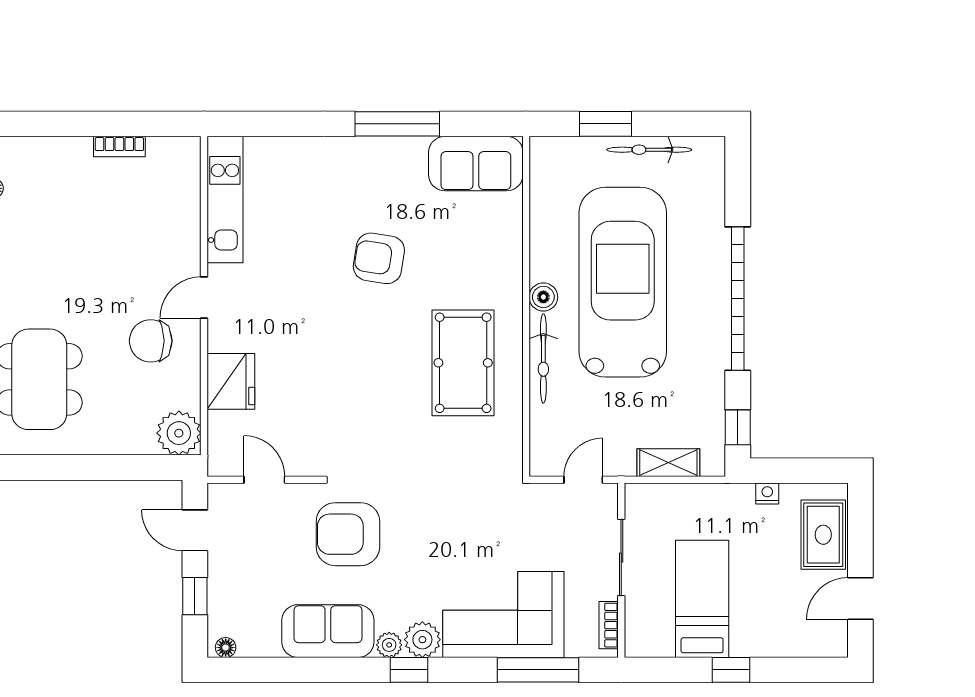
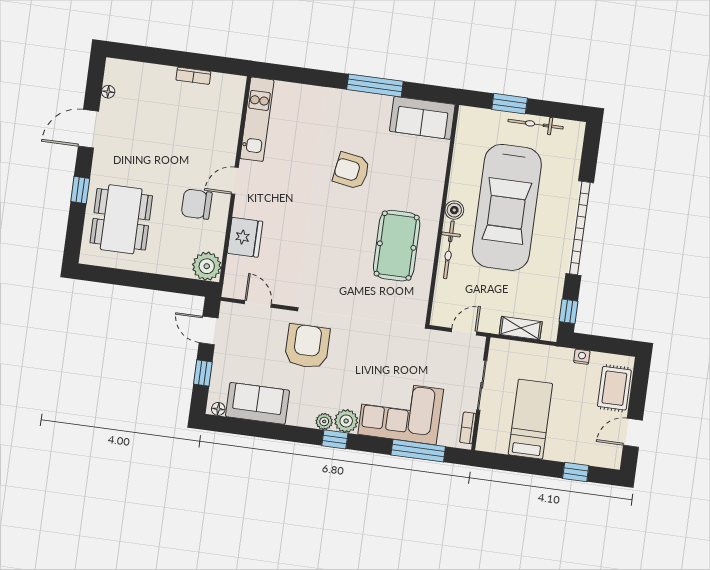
car: (623, 282) -> (507, 207), turned 180
armchair: (348, 534) -> (307, 346), turned 90
sofa: (328, 631) -> (258, 403), moved
window: (731, 670) -> (576, 472), moved

